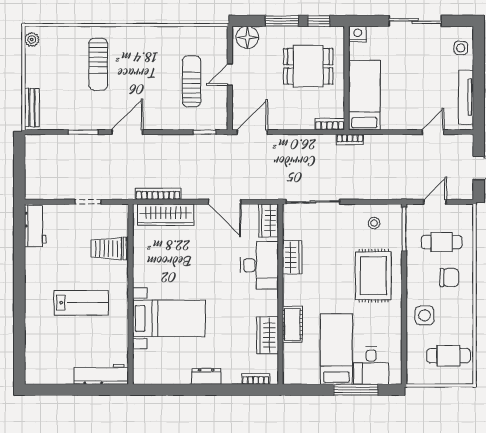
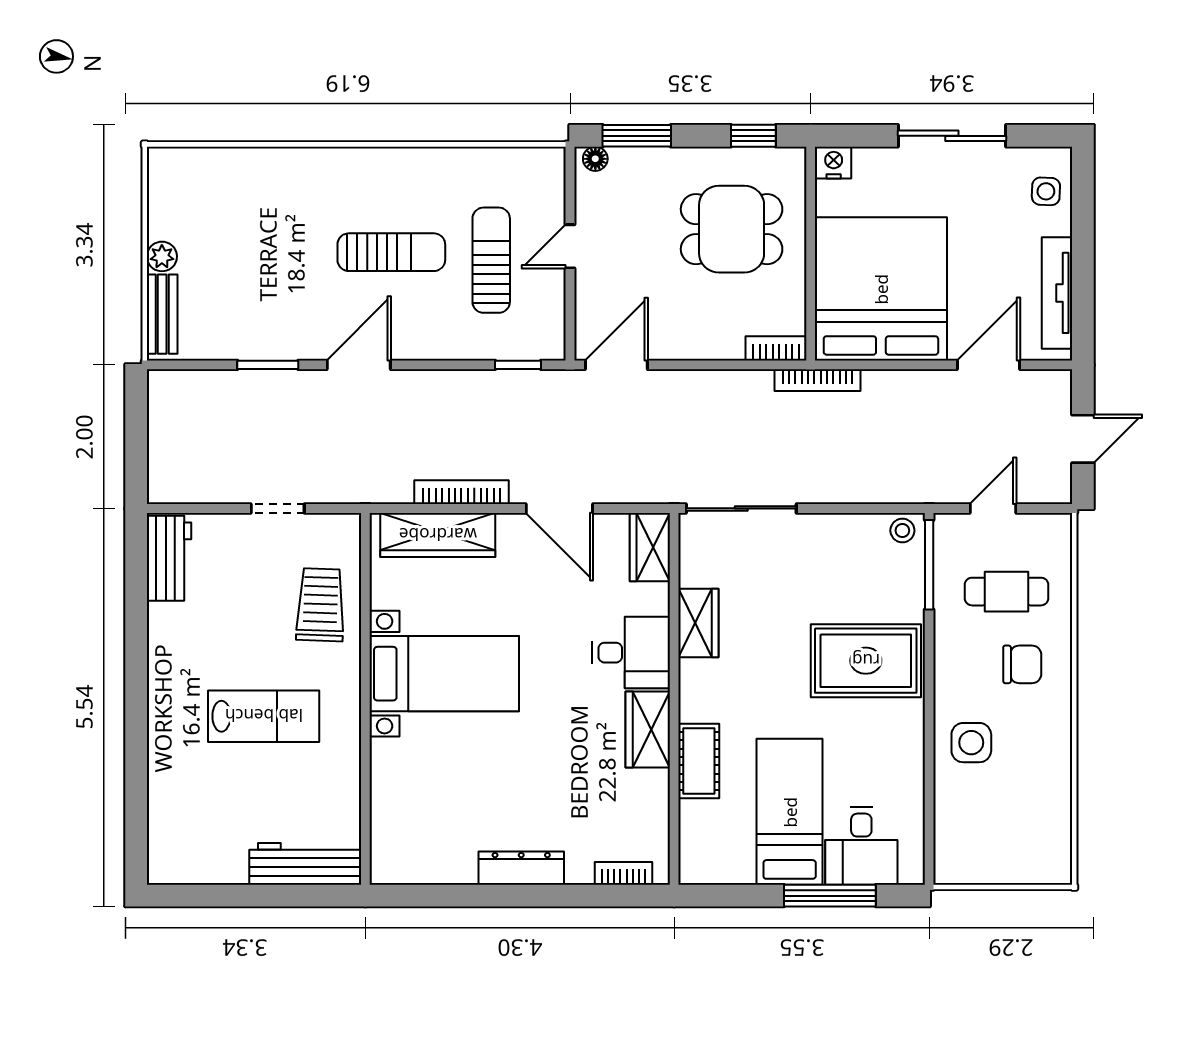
window: (282, 21) -> (637, 136), moved
floor lamp: (247, 37) -> (595, 159), width x0.53, depth x0.53
plant: (32, 40) -> (162, 256), moved
sun lounger: (98, 64) -> (391, 252), moved, turned -90
bed: (364, 95) -> (881, 289), width x2.04
door: (433, 132) -> (989, 365), width x1.38
bookcase: (350, 140) -> (817, 380), width x1.56
bookcase: (158, 194) -> (461, 492), moved
stool: (374, 223) -> (902, 531), moved
trolley: (109, 249) -> (321, 605), turned 92
desk: (259, 265) -> (631, 653), width x0.73
rug: (373, 276) -> (866, 661), turned 90
bed with nightstands: (169, 318) -> (444, 674), moved
wardrobe: (268, 335) -> (648, 729), moved
cafe table: (449, 356) -> (1021, 825), removed
dresser: (206, 376) -> (521, 868), width x1.44

